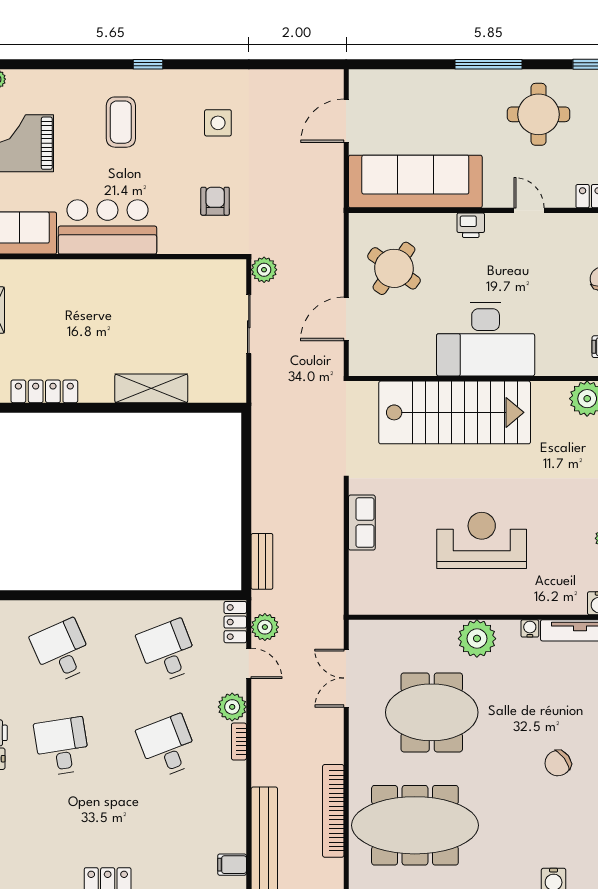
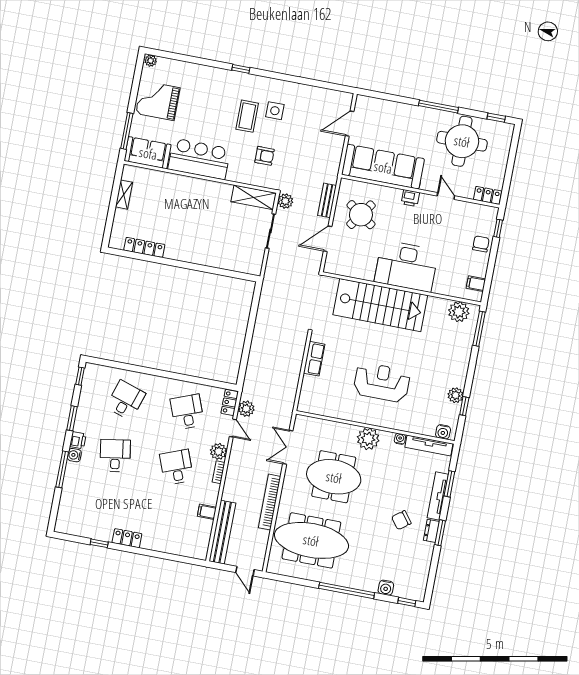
round table: (539, 114) -> (462, 141), width x1.36, depth x1.36
coffee table: (121, 122) -> (247, 116), moved
armchair: (215, 201) -> (265, 156), turned 90
shelving: (151, 388) -> (254, 197), moved
bench: (262, 561) -> (327, 200), moved
desk: (62, 651) -> (126, 400), turned 42
bookcase: (333, 811) -> (270, 502), moved
filing cabinet: (232, 865) -> (207, 512), moved

